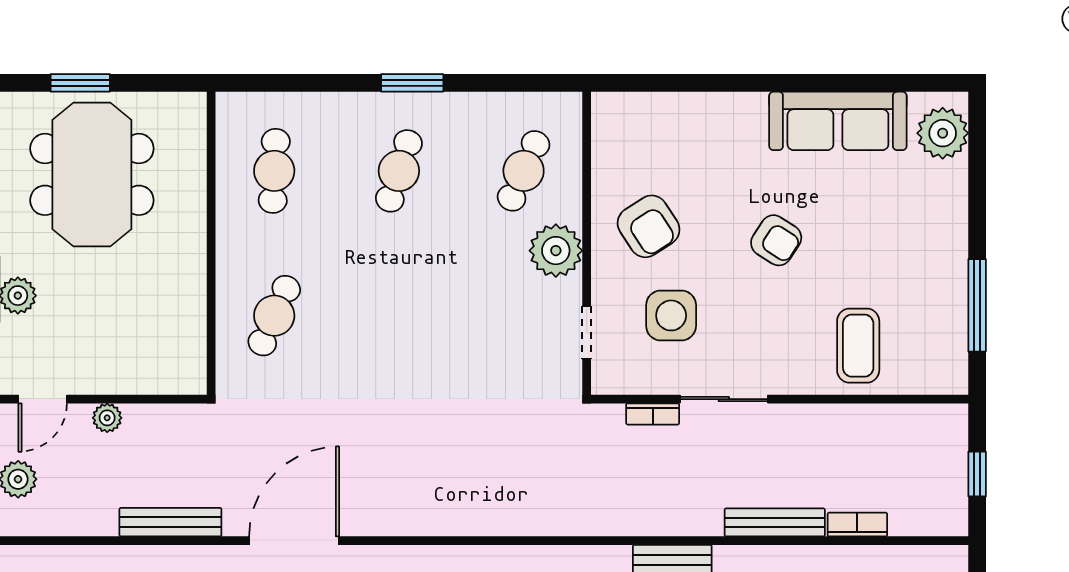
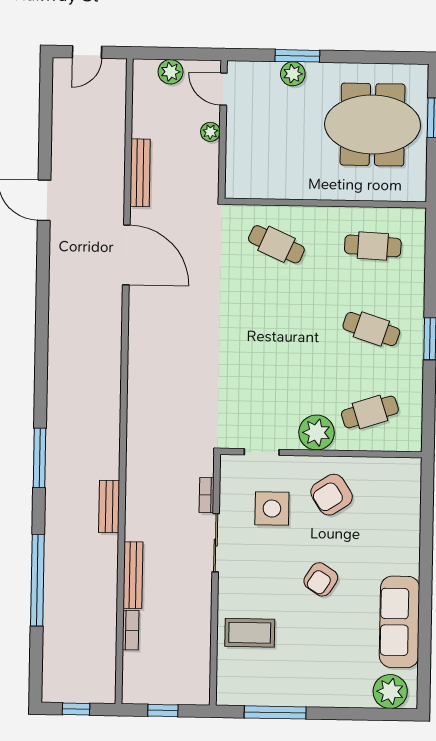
cafe table: (524, 171) -> (370, 412), turned -42

